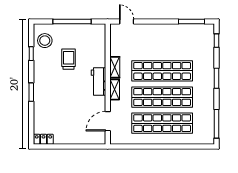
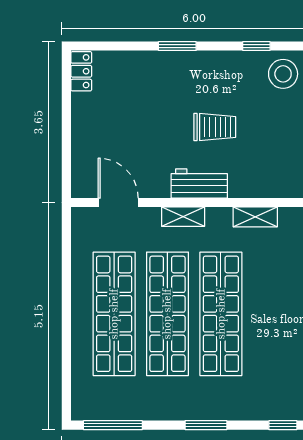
trolley: (69, 59) -> (215, 127), moved
shelving: (115, 67) -> (255, 217), moved

